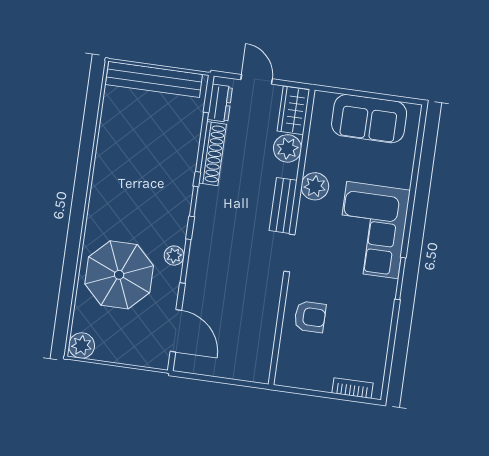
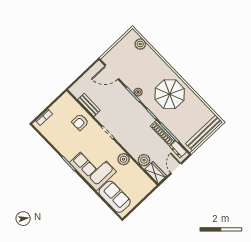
door: (257, 79) -> (176, 168), swing flipped
sofa: (369, 119) -> (115, 197), moved, turned 90
bench: (283, 205) -> (89, 105), moved
parasol: (119, 275) -> (170, 94), moved
plant: (82, 345) -> (140, 44), moved

